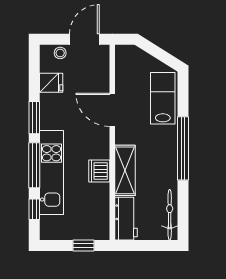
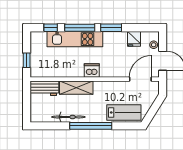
door: (112, 110) -> (140, 79), moved
dishwasher: (99, 171) -> (92, 71), moved
bicycle: (170, 215) -> (68, 117), moved

